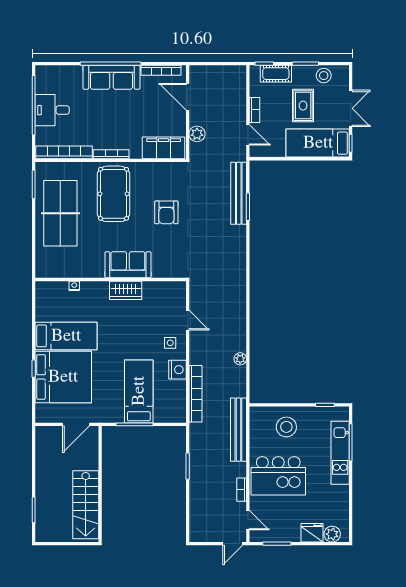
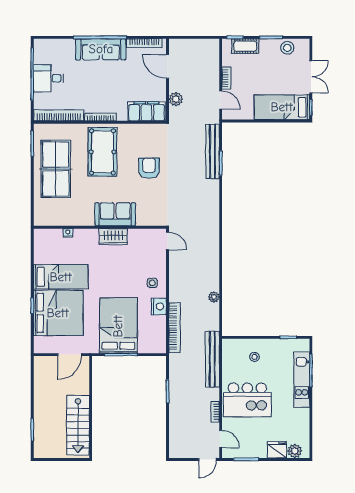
rug: (303, 106) -> (269, 74), removed
armchair: (166, 212) -> (149, 168), turned 180
door: (188, 320) -> (168, 241), moved
bed: (139, 391) -> (118, 326), width x1.50
stool: (286, 427) -> (254, 357), width x0.53, depth x0.53

